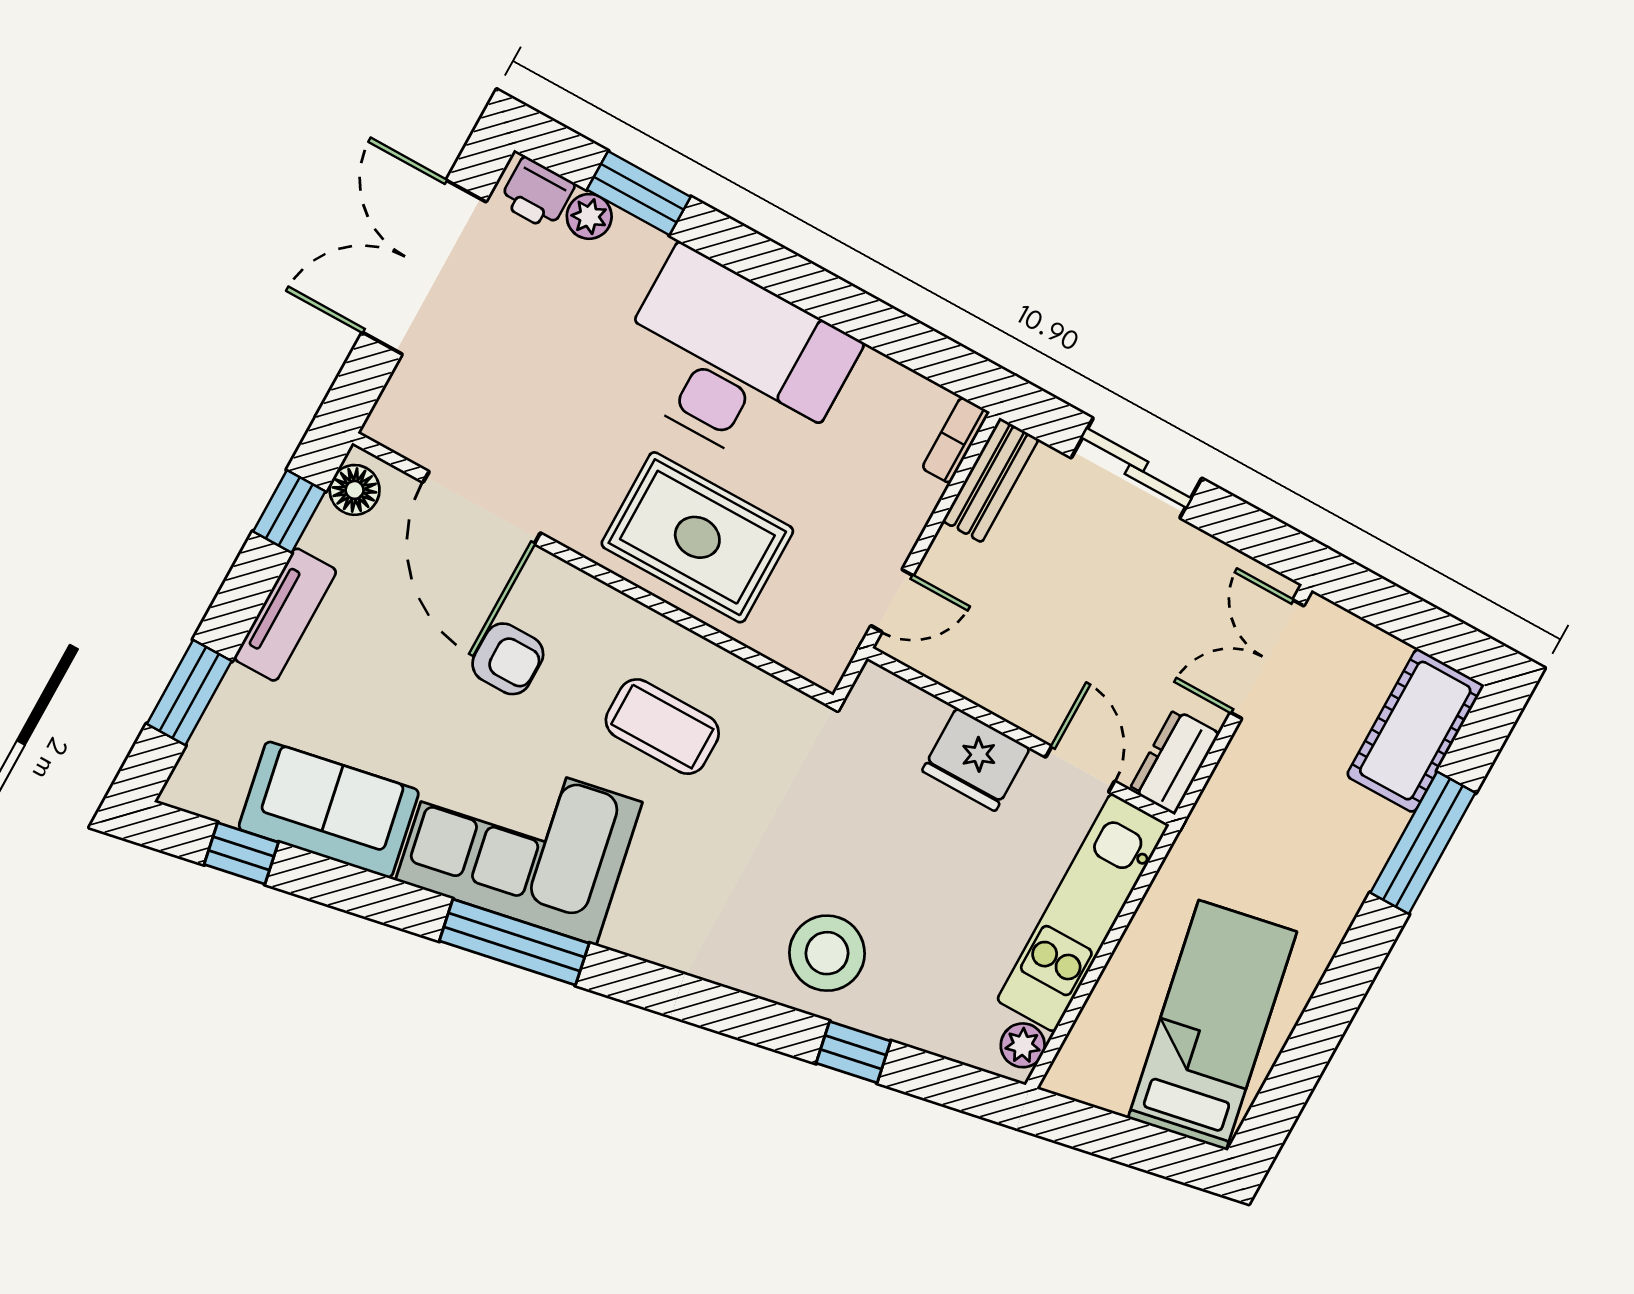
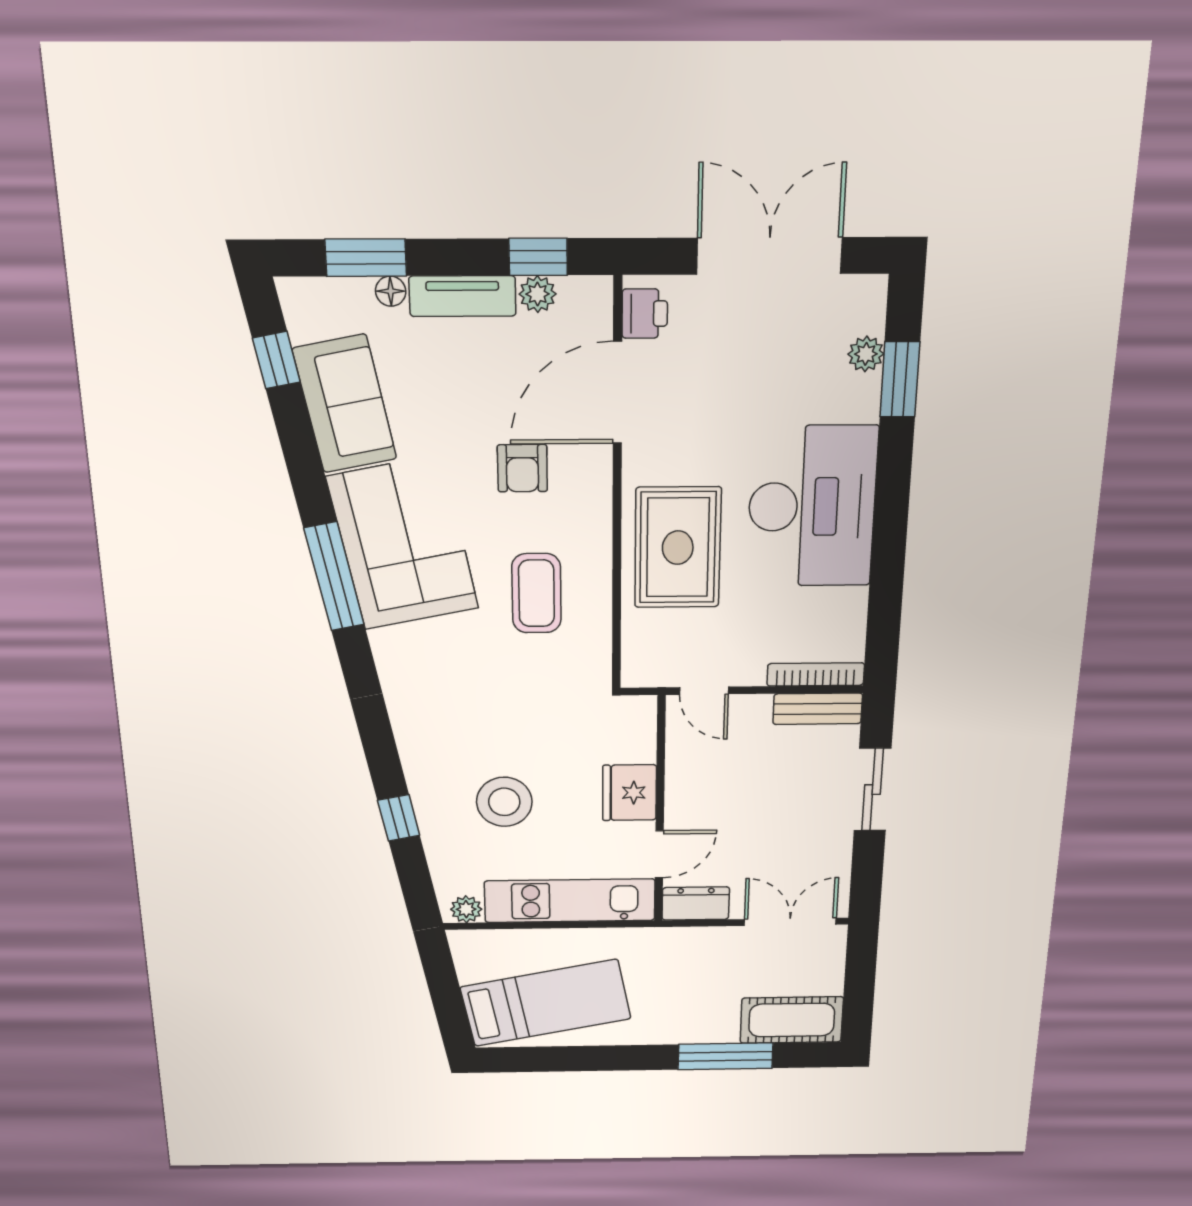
printer: (537, 193) -> (645, 314), moved, turned 180
bookcase: (956, 440) -> (816, 674), width x1.56
floor lamp: (355, 490) -> (391, 291), moved, width x0.73, depth x0.73
plant: (327, 534) -> (538, 294), added
stool: (827, 953) -> (504, 802), moved

